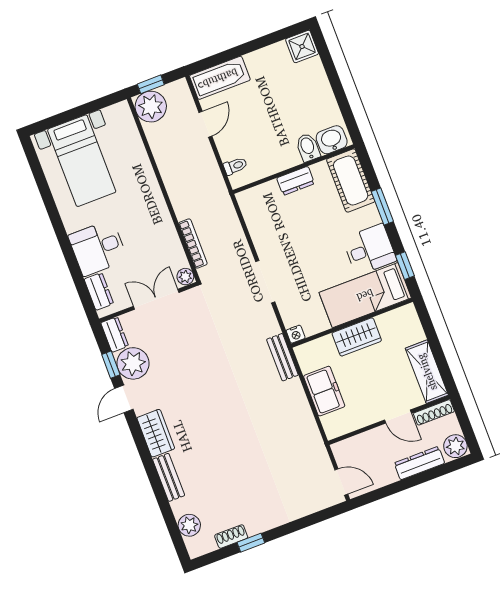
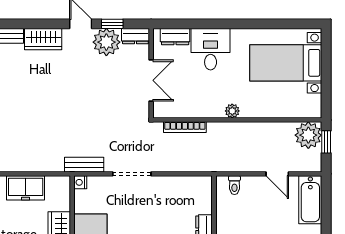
plant: (185, 277) -> (232, 111), moved
bench: (282, 357) -> (84, 165), moved

